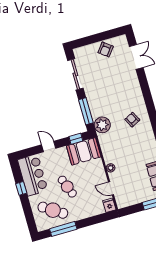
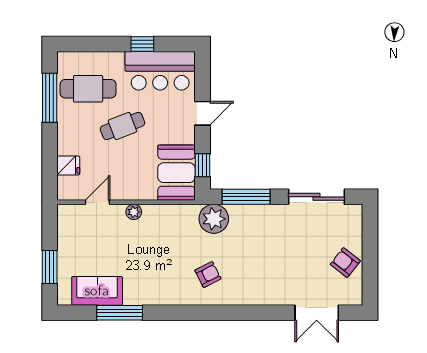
fridge: (109, 205) -> (68, 166), moved
cafe table: (53, 210) -> (88, 89), turned 57

